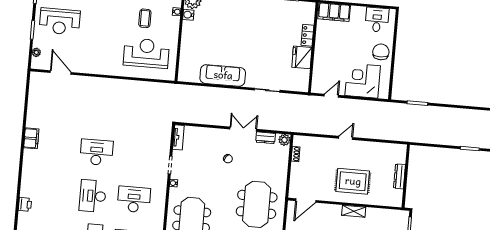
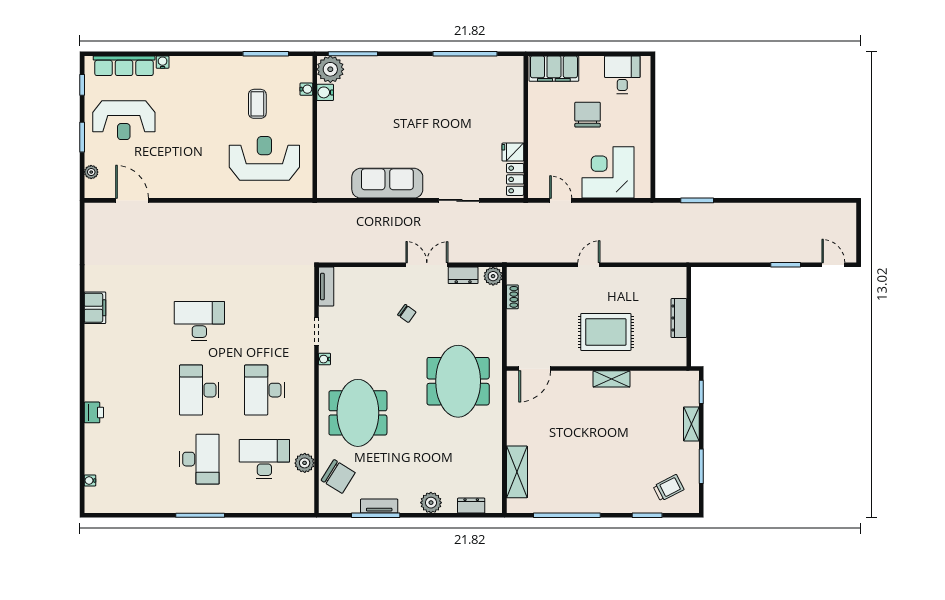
locker: (307, 35) -> (515, 179), moved
chair: (381, 52) -> (588, 115), moved
fridge: (302, 57) -> (513, 152), width x0.53, depth x0.75
door: (331, 96) -> (561, 200), hinge flipped
desk: (134, 199) -> (264, 390), turned -90

